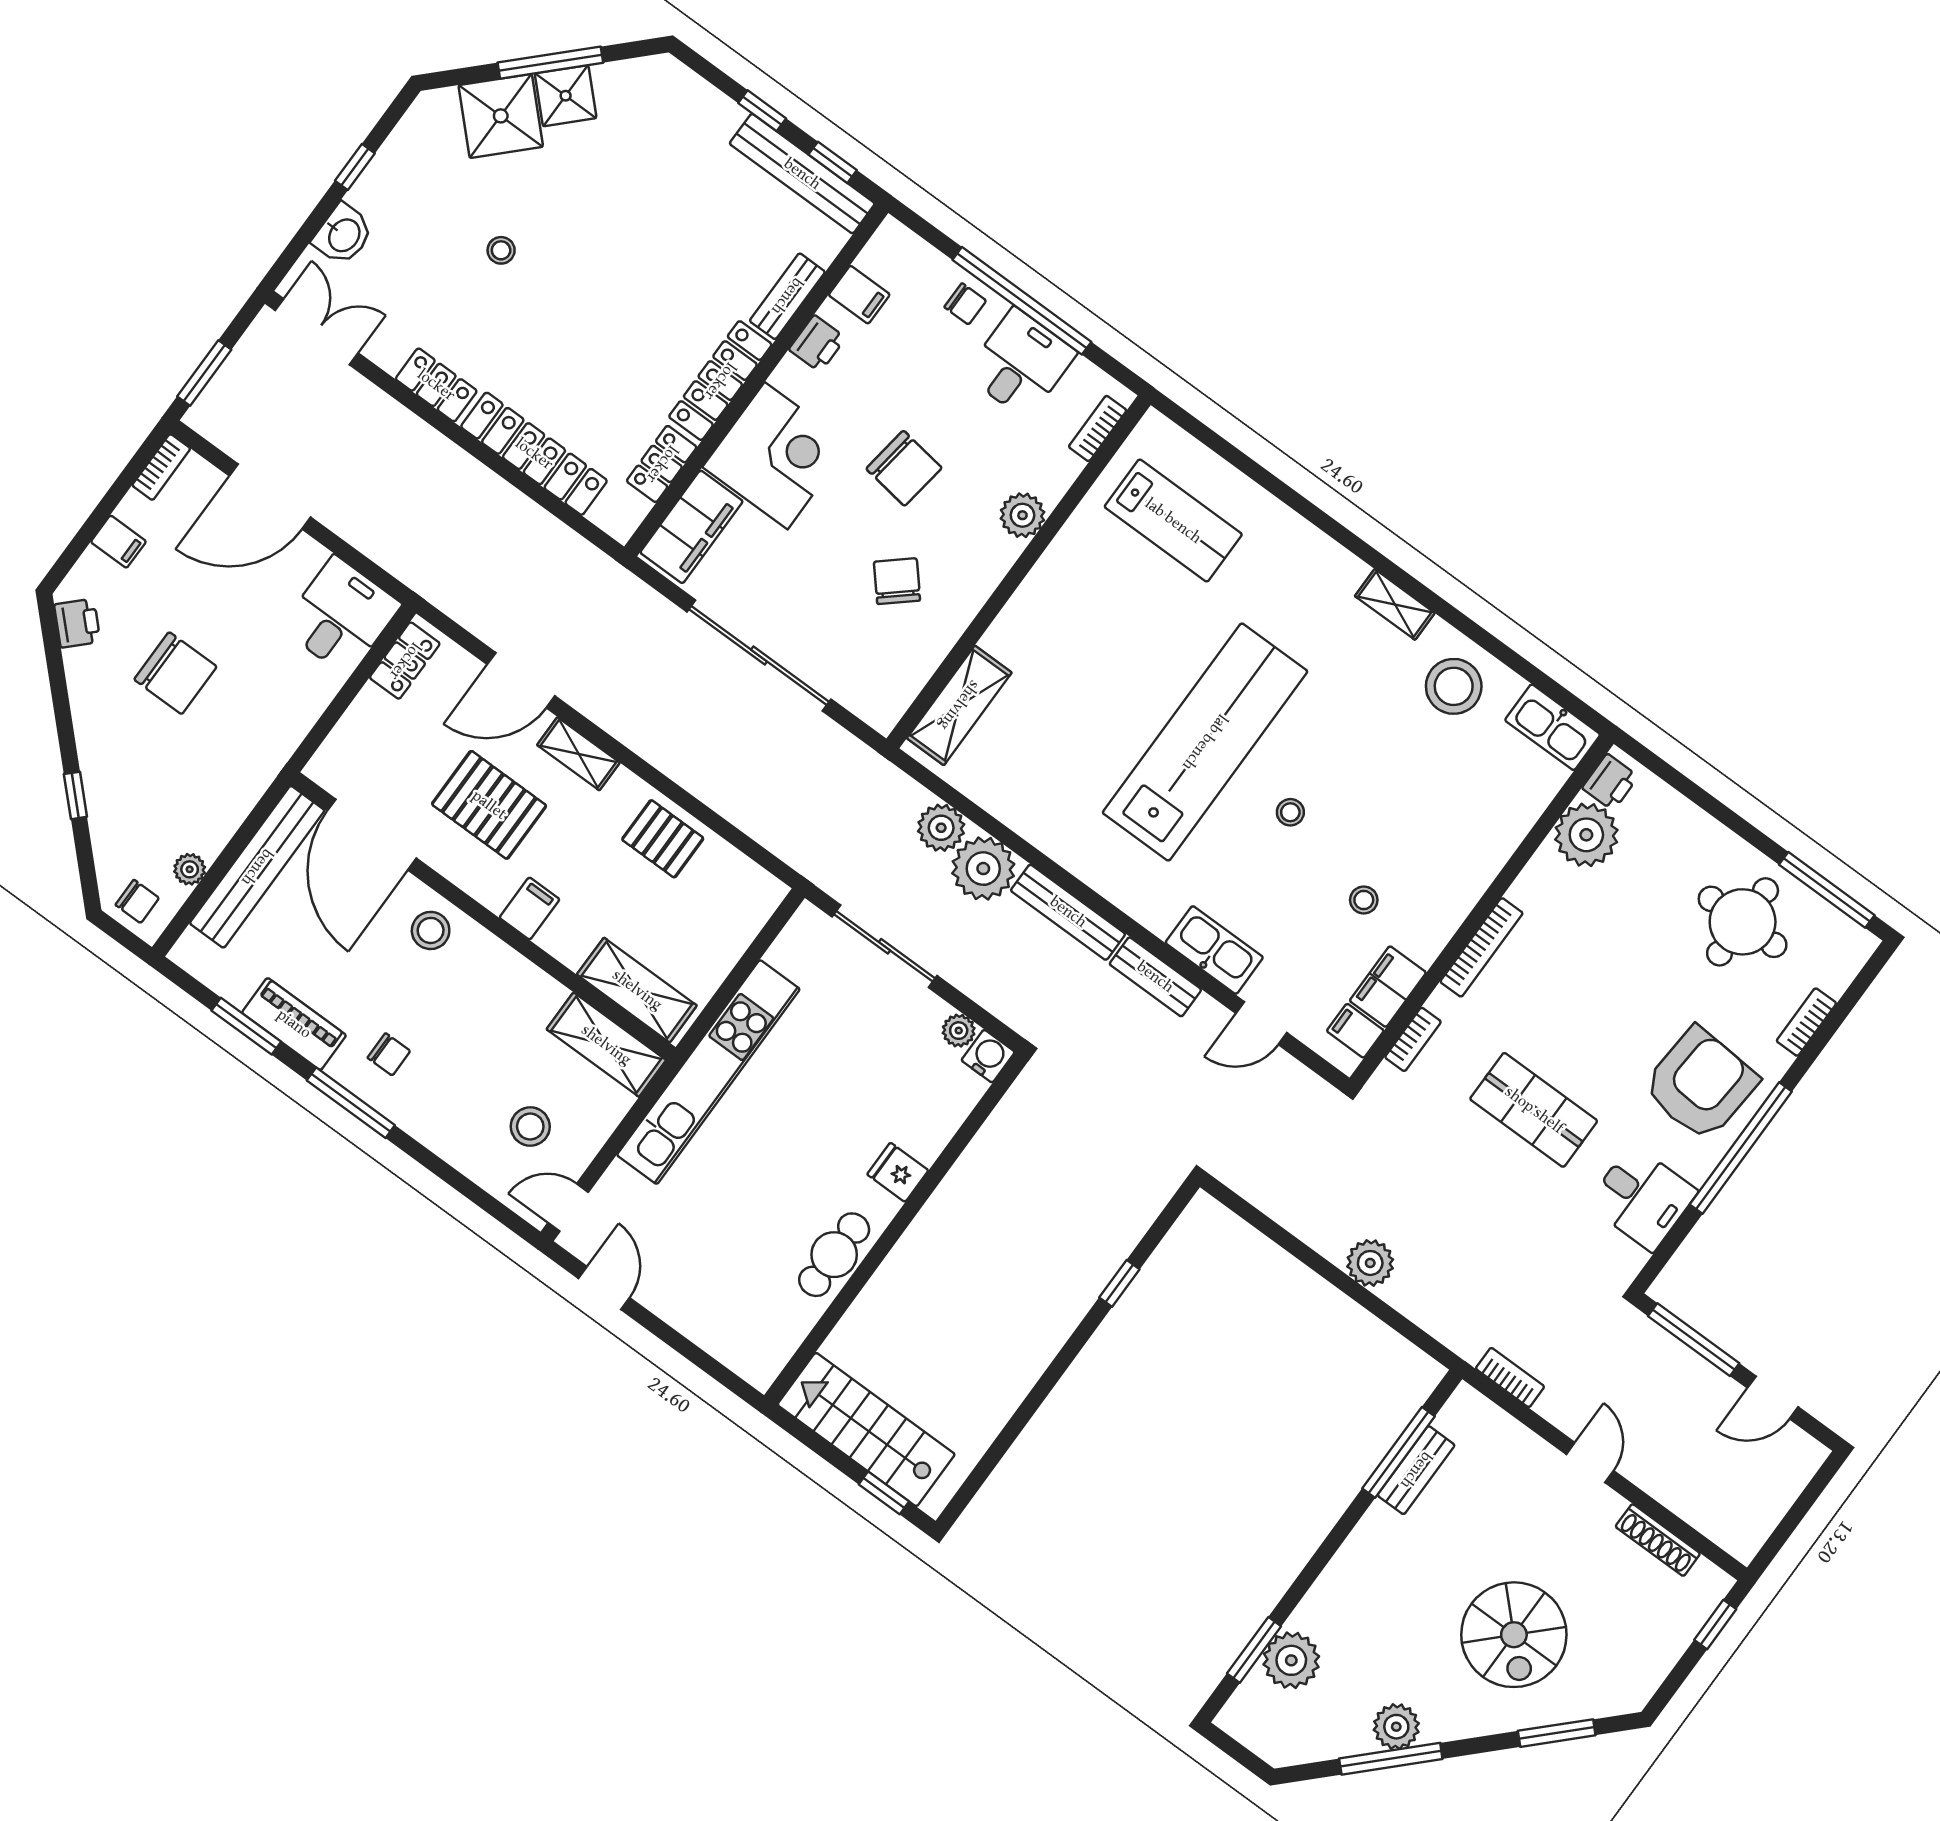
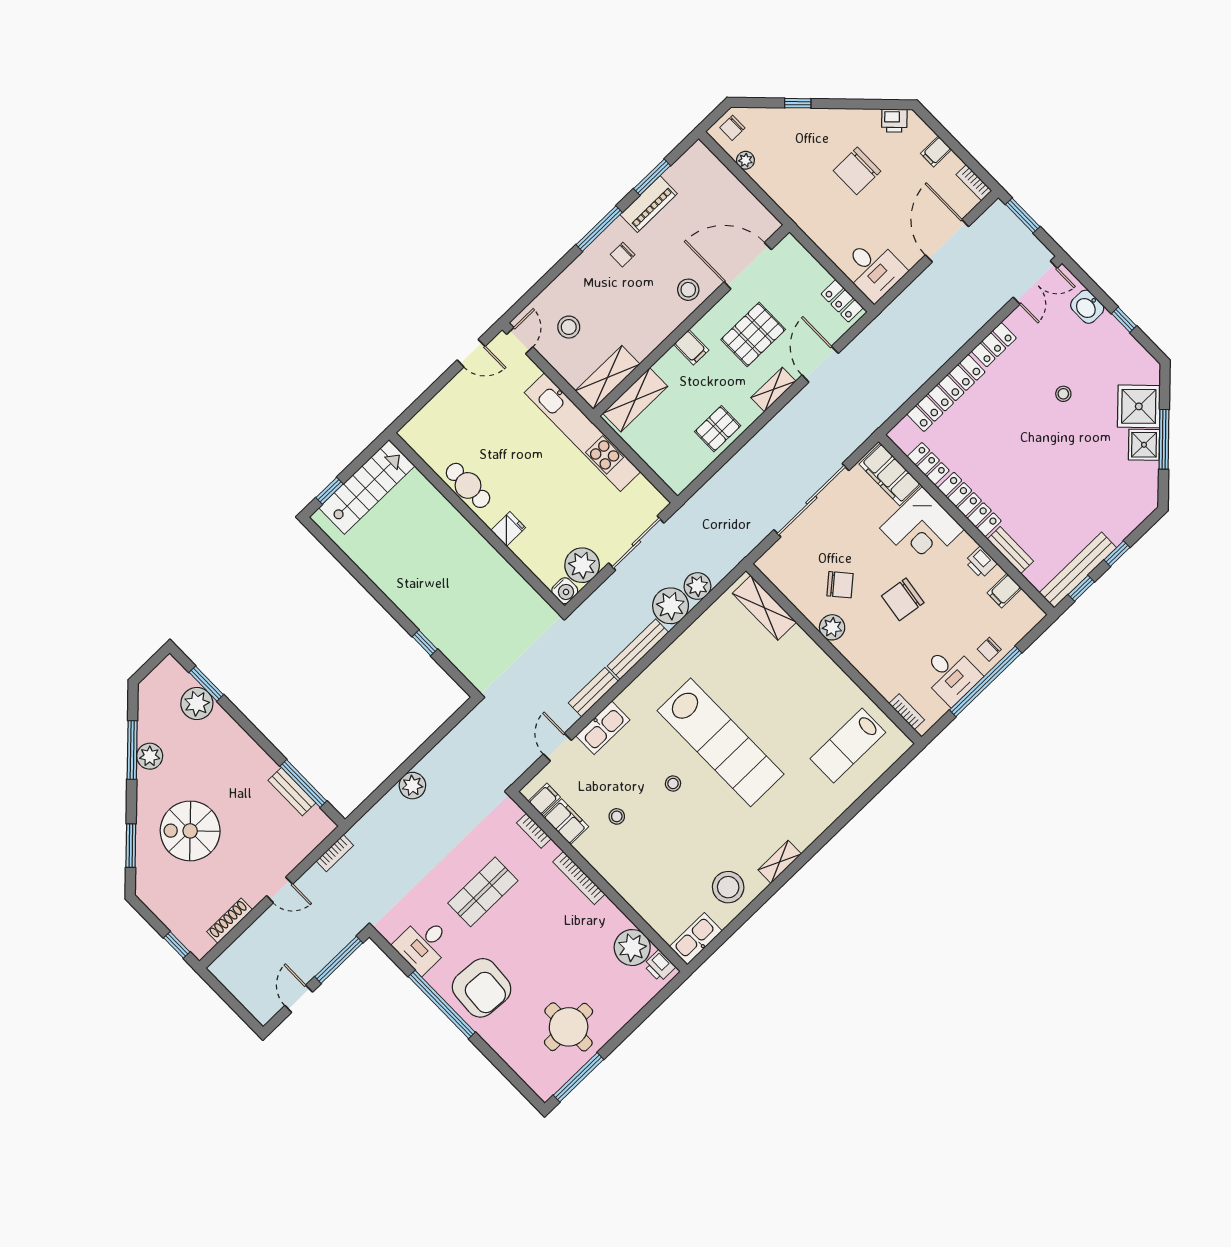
plant: (1022, 515) -> (832, 627), moved
bench: (257, 867) -> (740, 198), removed
bookcase: (1806, 1022) -> (506, 1053), removed
plant: (959, 1031) -> (582, 565), width x1.88, depth x1.88

